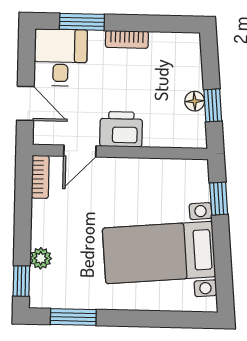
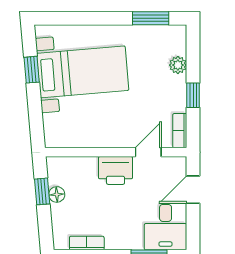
bookcase: (127, 39) -> (87, 243), moved
door: (25, 103) -> (193, 190), hinge flipped
window: (219, 199) -> (32, 70), moved
window: (21, 281) -> (193, 95), moved

